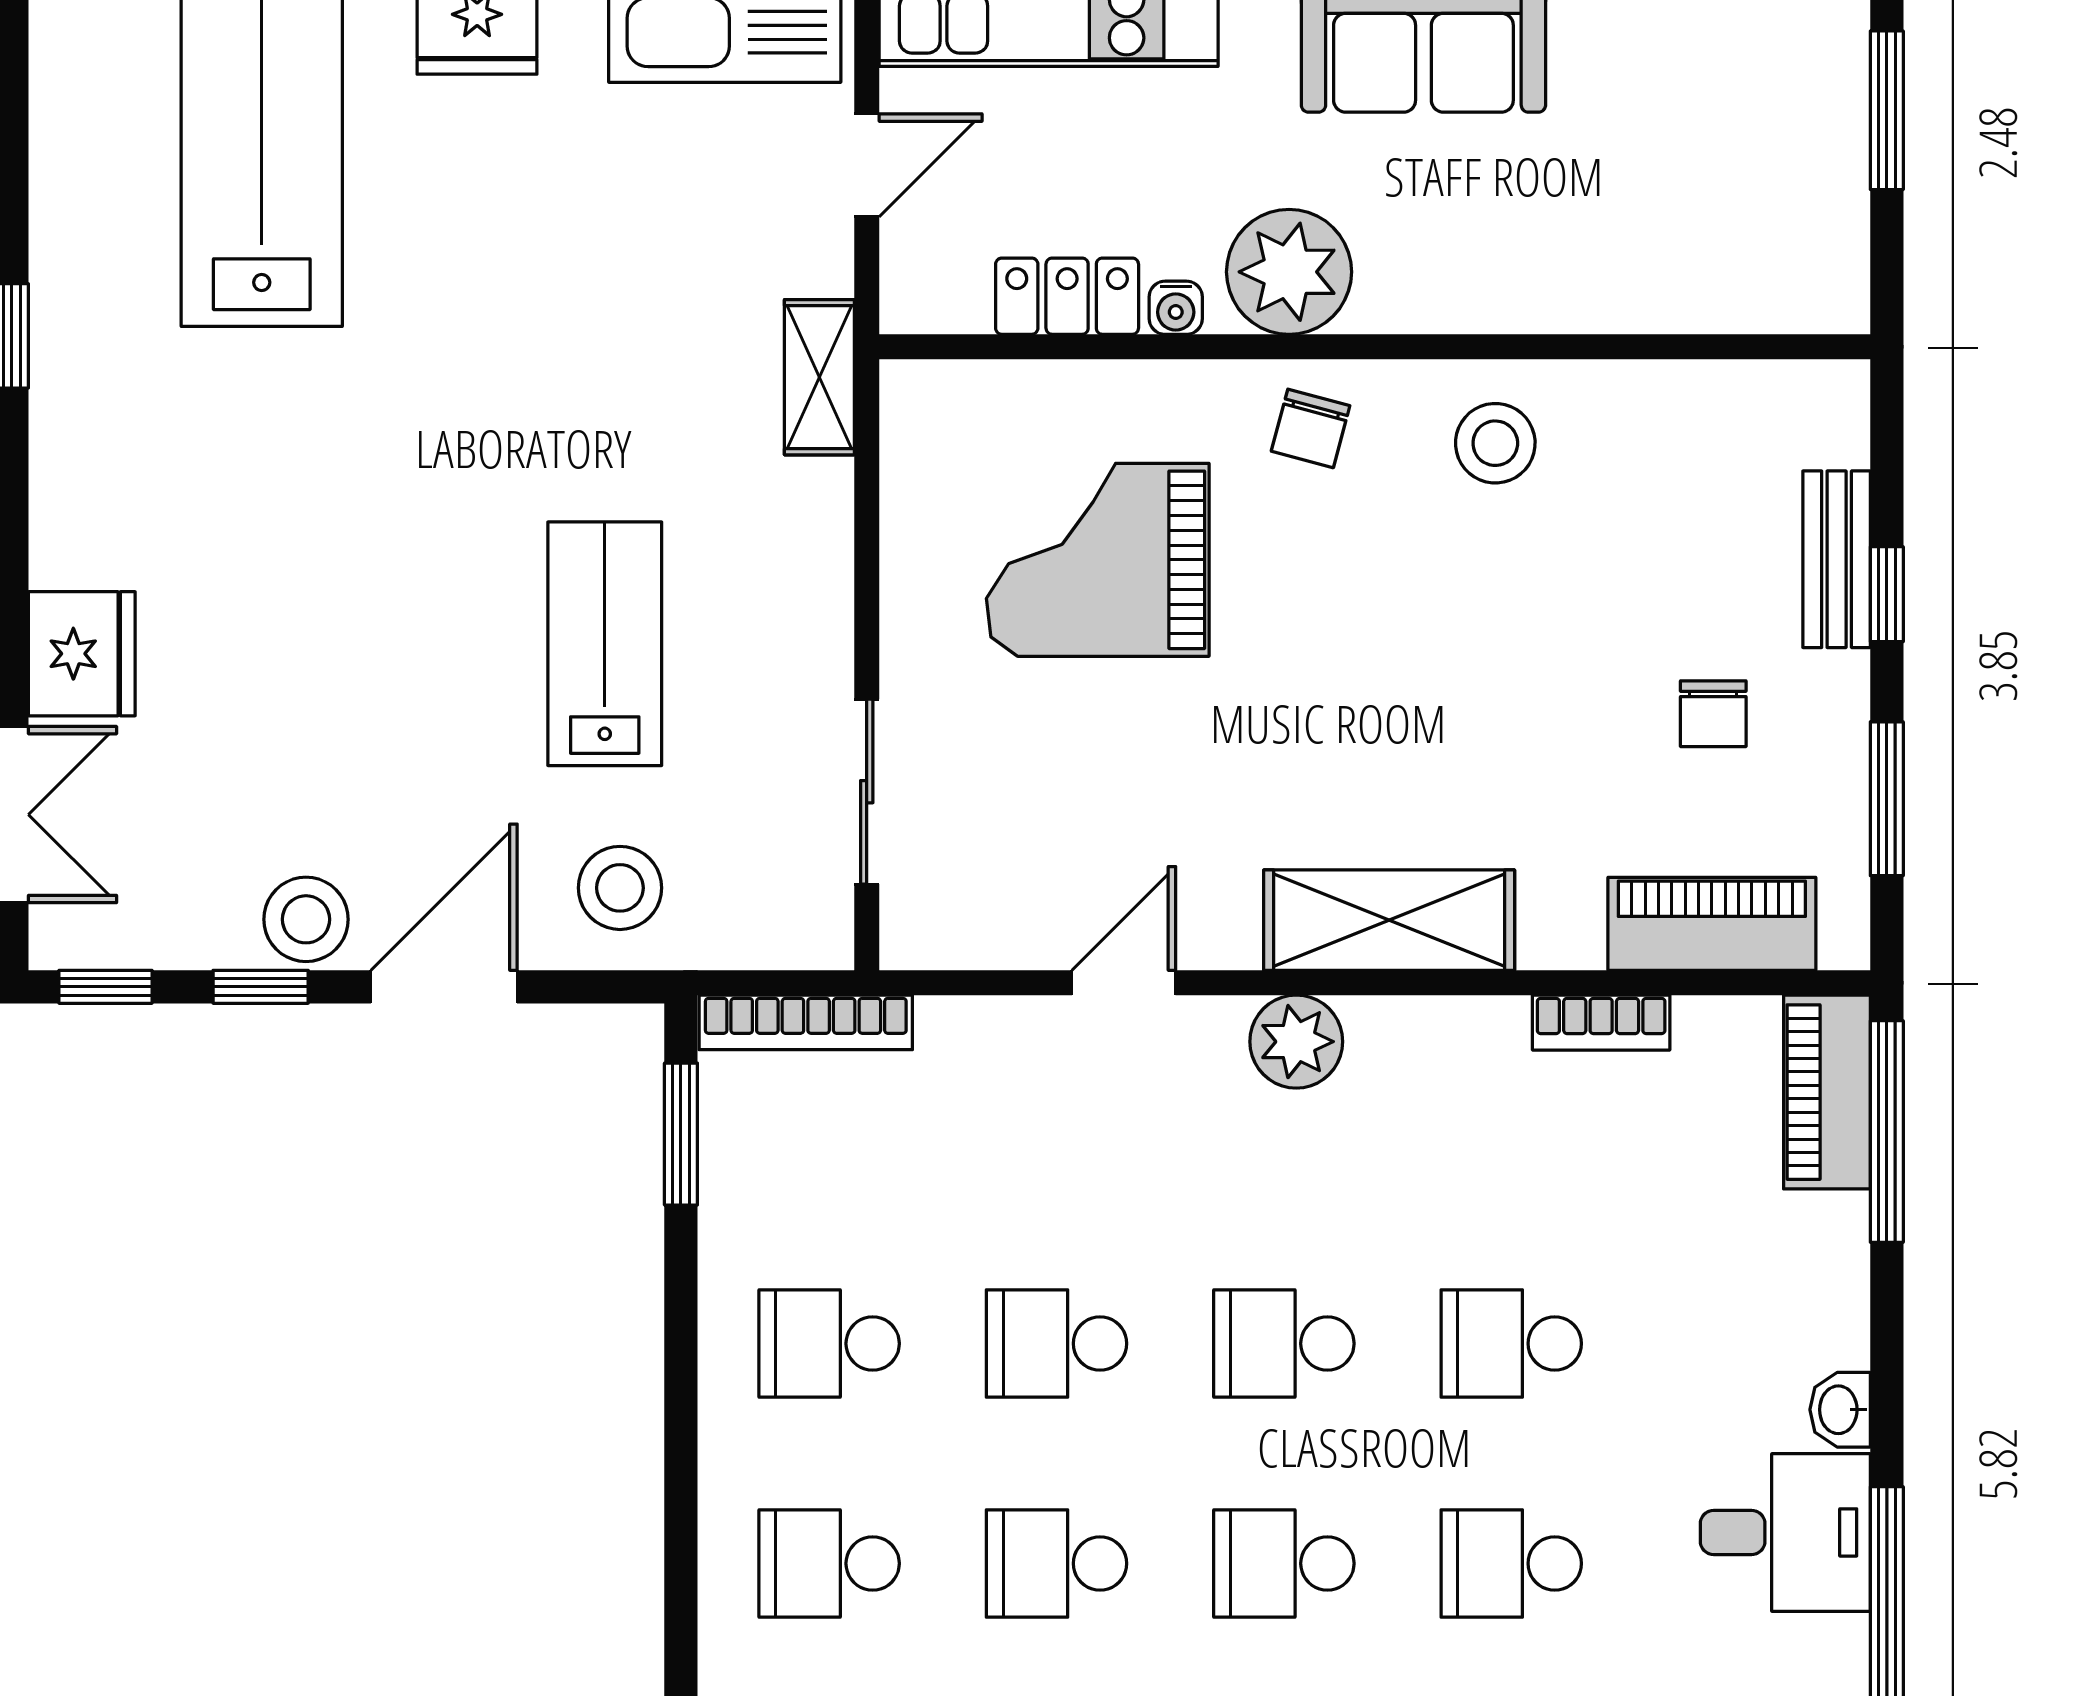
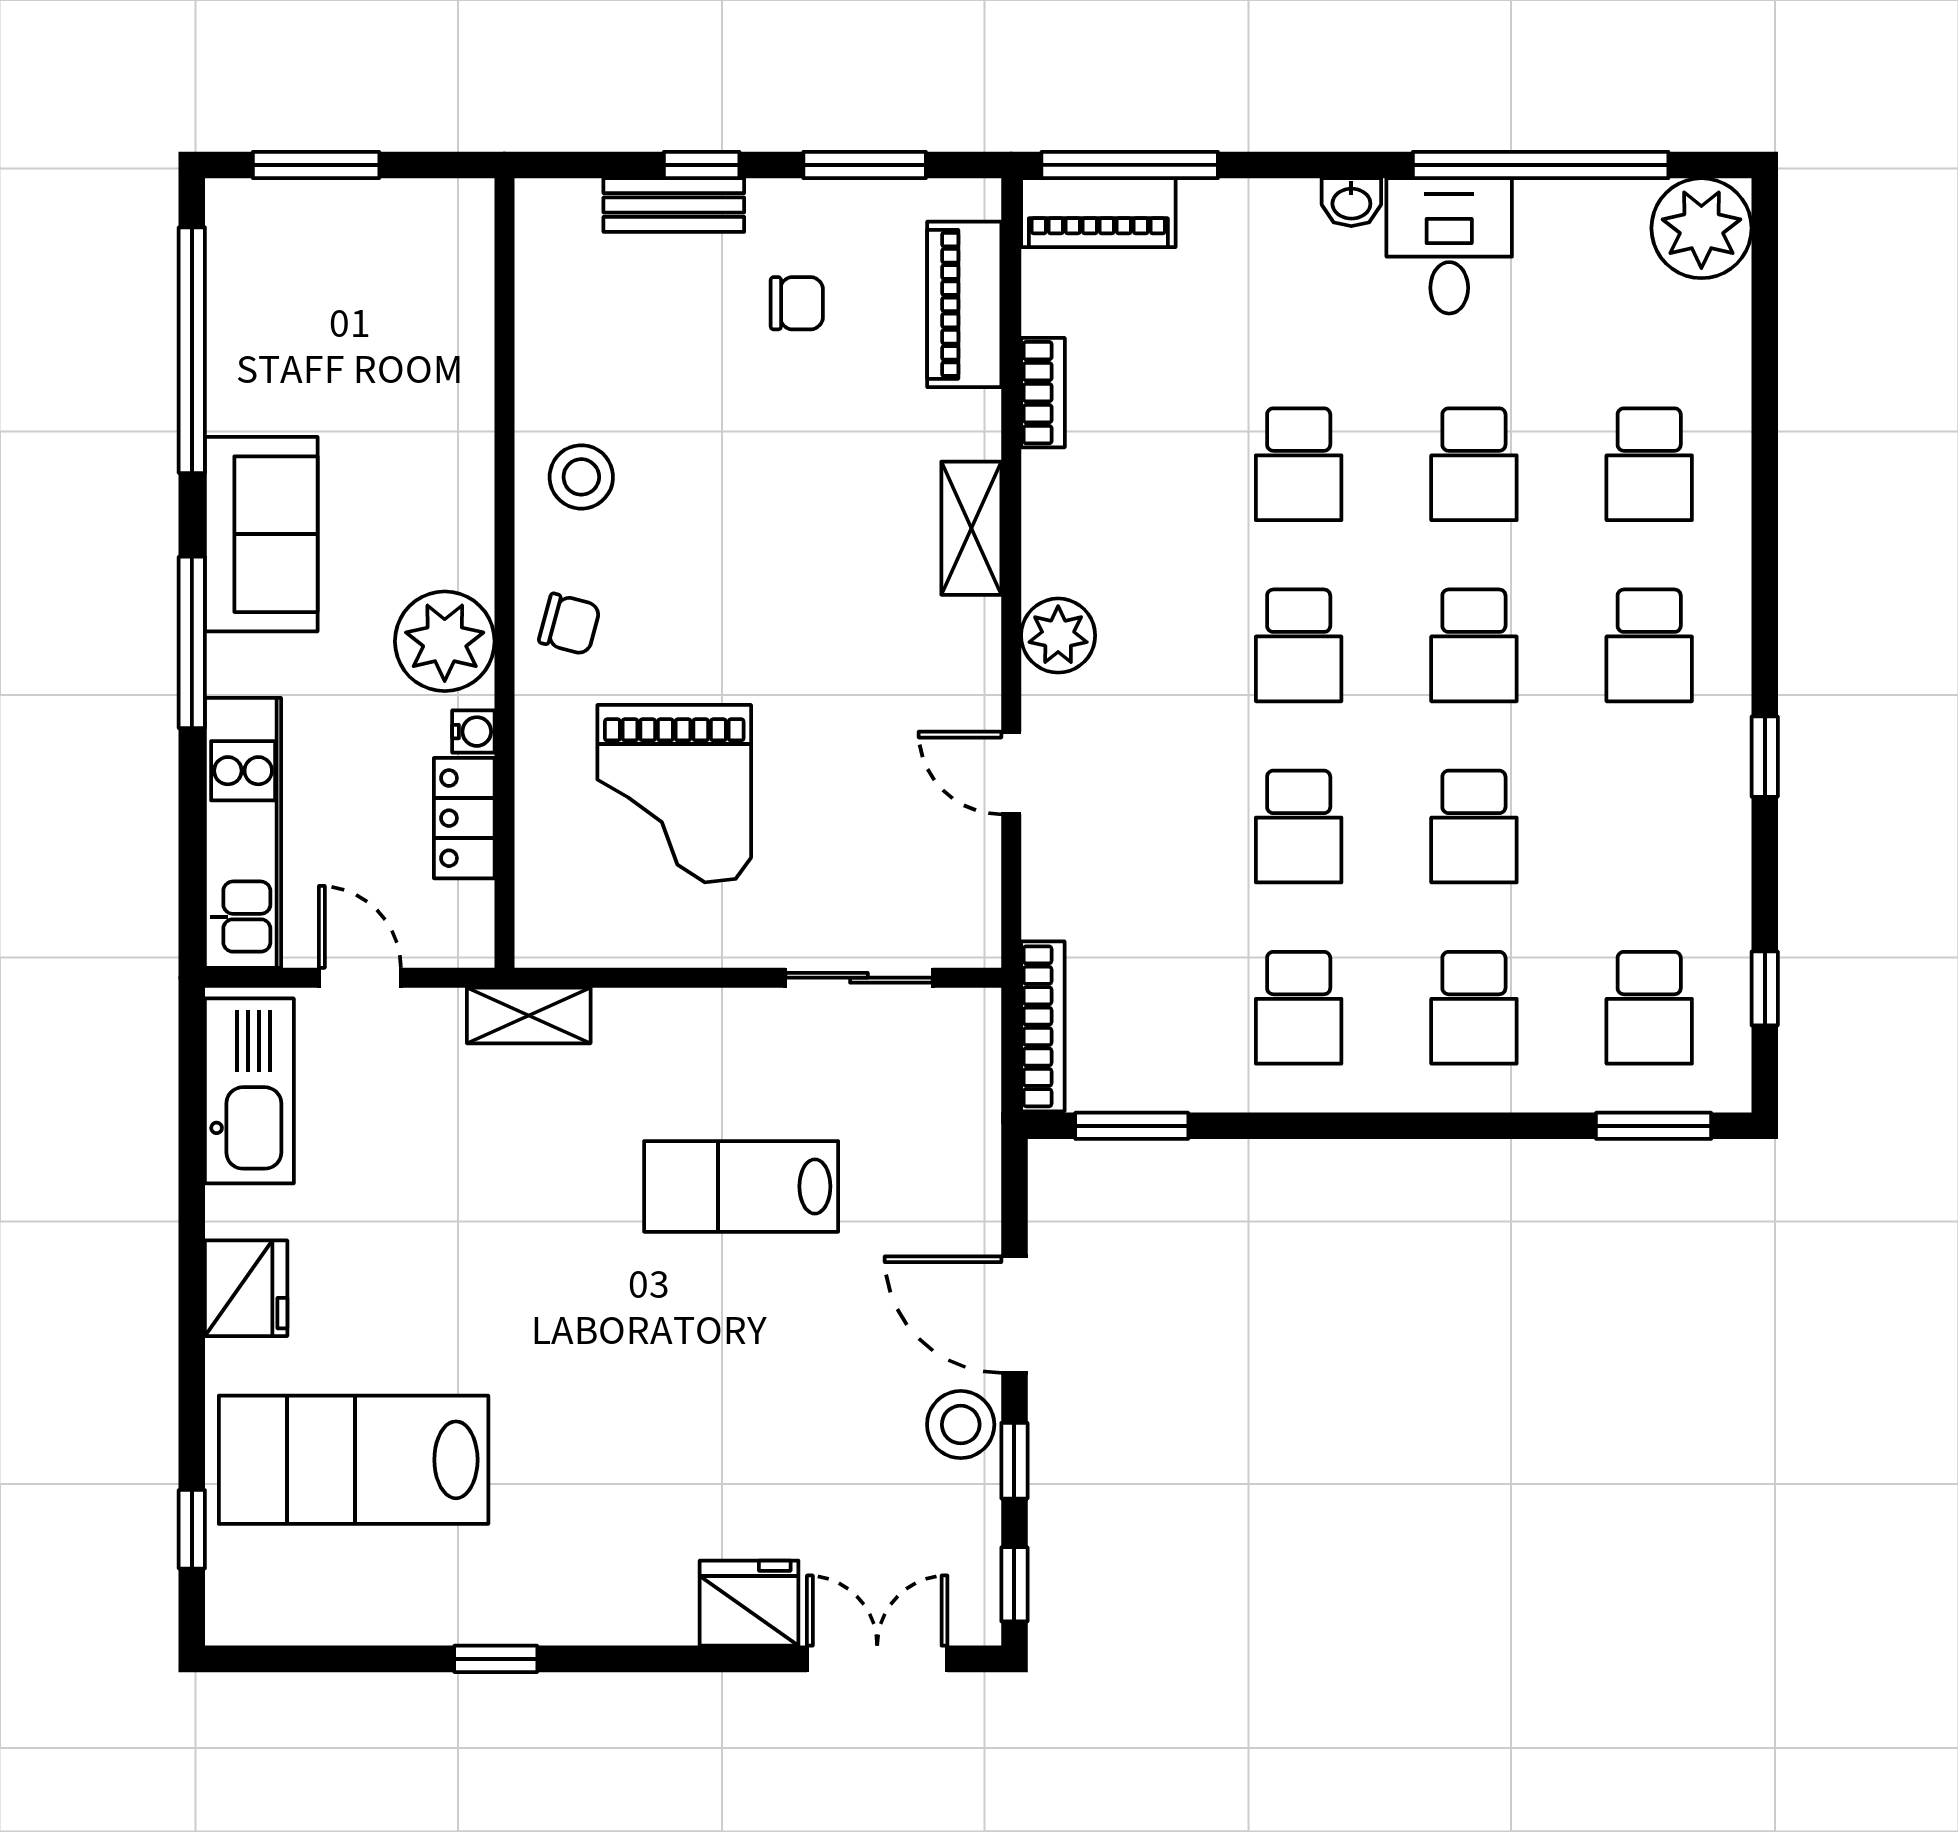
stool: (620, 888) -> (936, 1174), removed
shelving: (1389, 920) -> (971, 528), width x0.67, depth x0.75

